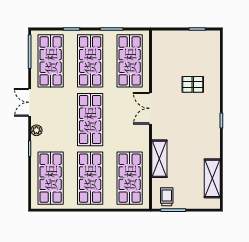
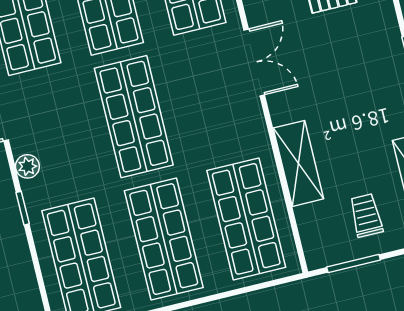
double door: (150, 108) -> (254, 62), swing flipped
trolley: (167, 197) -> (366, 215), moved

